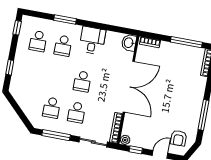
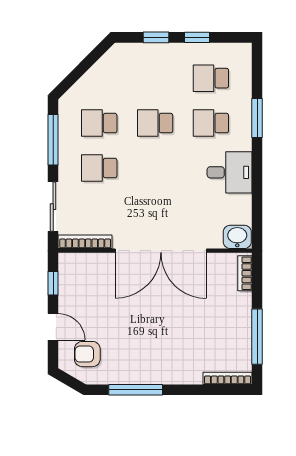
window: (17, 28) -> (197, 37), moved
school desk: (82, 81) -> (155, 123), moved
plant: (125, 140) -> (67, 262), removed

